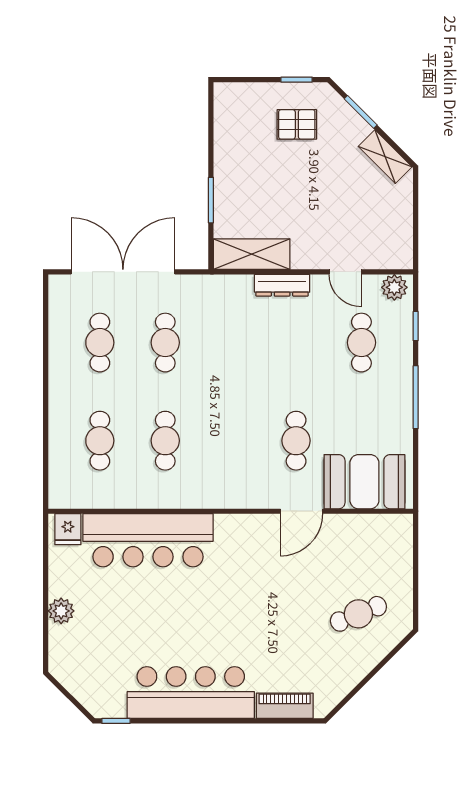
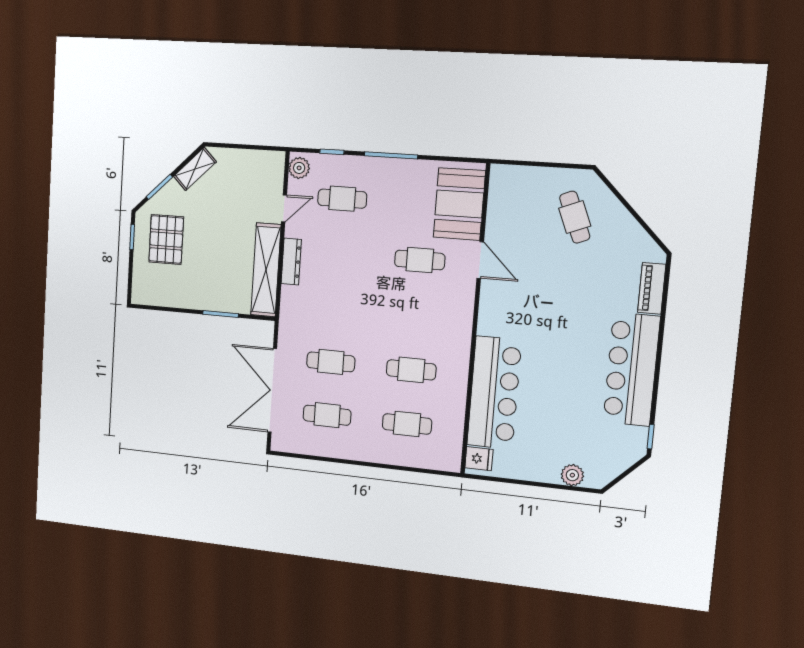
pallet: (297, 124) -> (166, 239), width x1.50, depth x1.42
shelving: (252, 254) -> (266, 270), width x1.47
plant: (61, 611) -> (572, 475), moved

